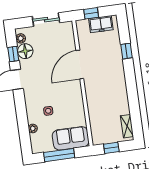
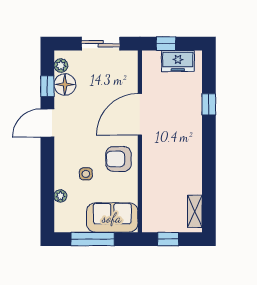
armchair: (69, 97) -> (119, 159), added

